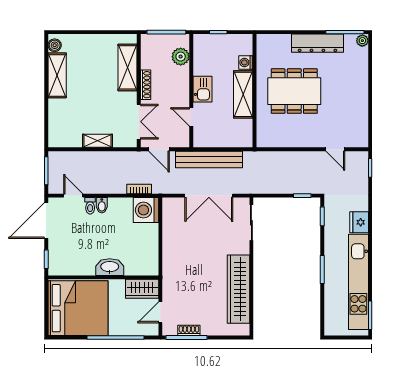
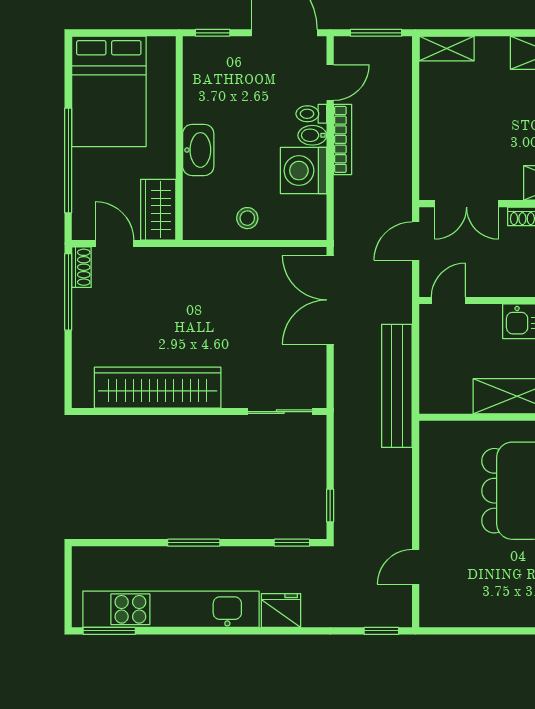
door: (191, 117) -> (448, 300), moved
shelving: (98, 141) -> (447, 49), moved, turned 90
bench: (209, 159) -> (397, 386), moved
bookcase: (139, 189) -> (343, 139), moved, width x1.56
double door: (209, 196) -> (330, 300), moved
washing machine: (146, 210) -> (304, 171), moved, turned -90
stool: (147, 240) -> (247, 218), added
bed: (78, 308) -> (109, 91), width x0.73
shoe rack: (189, 330) -> (81, 267), moved

